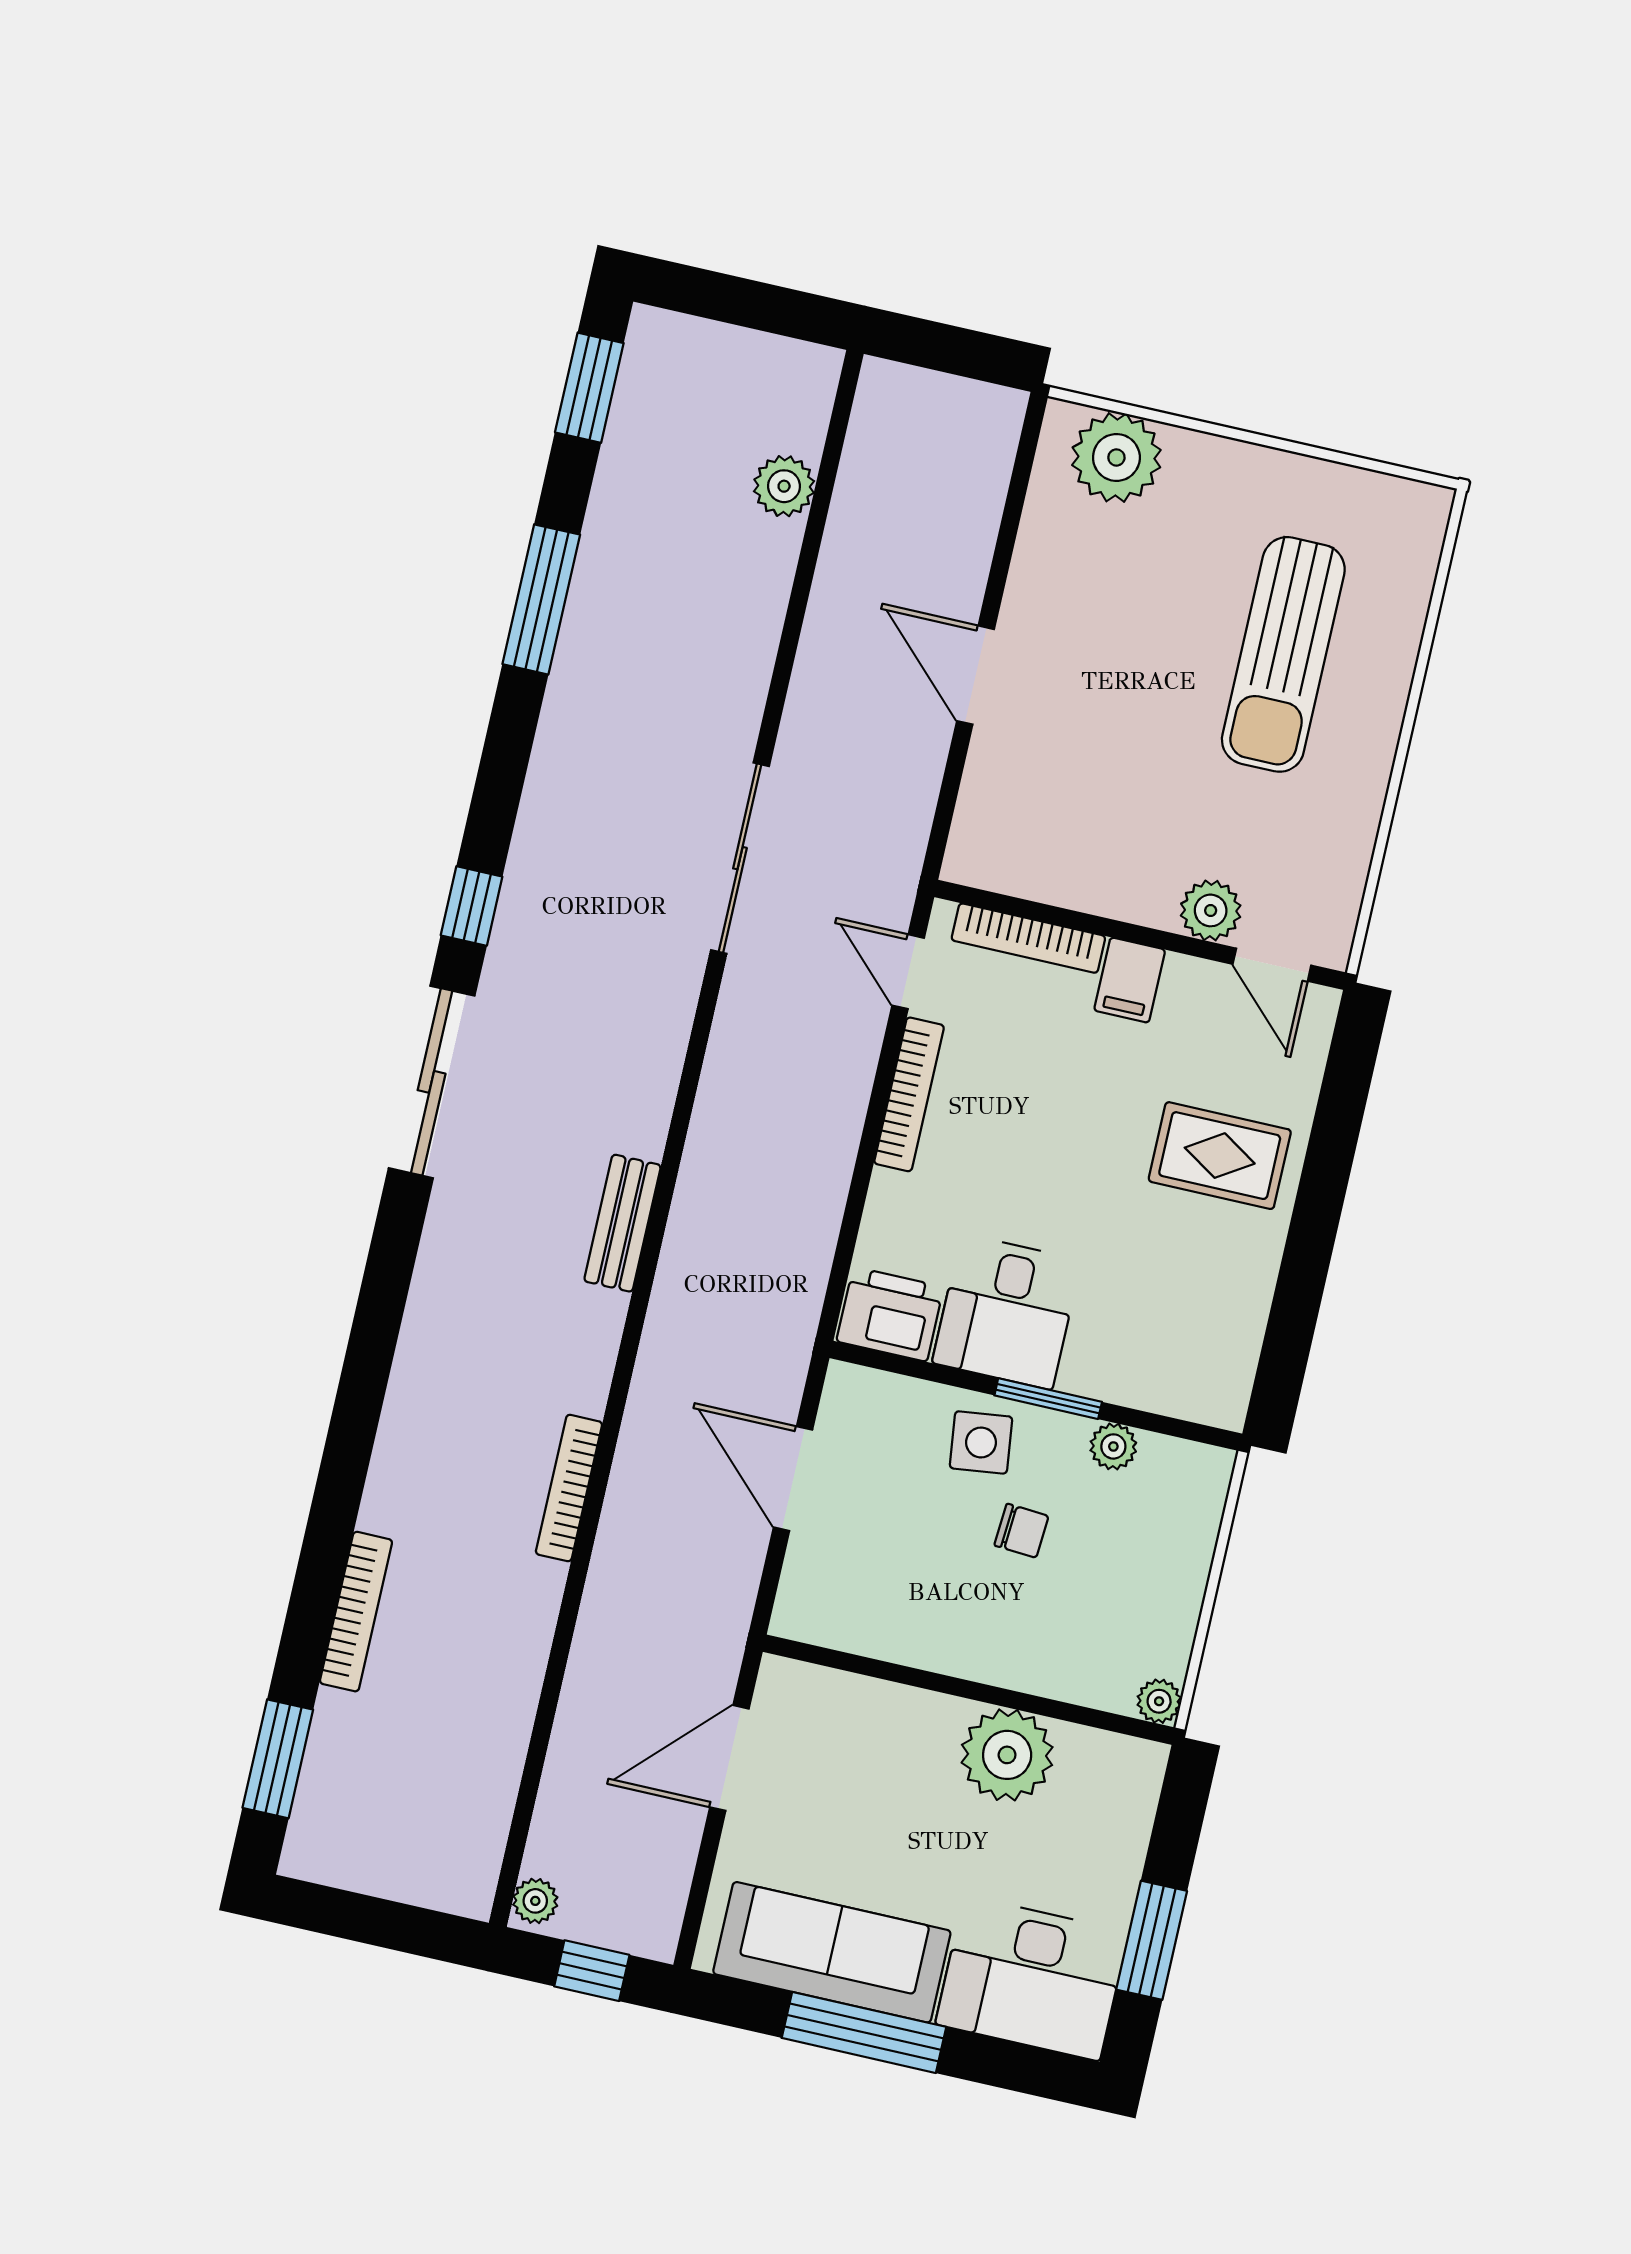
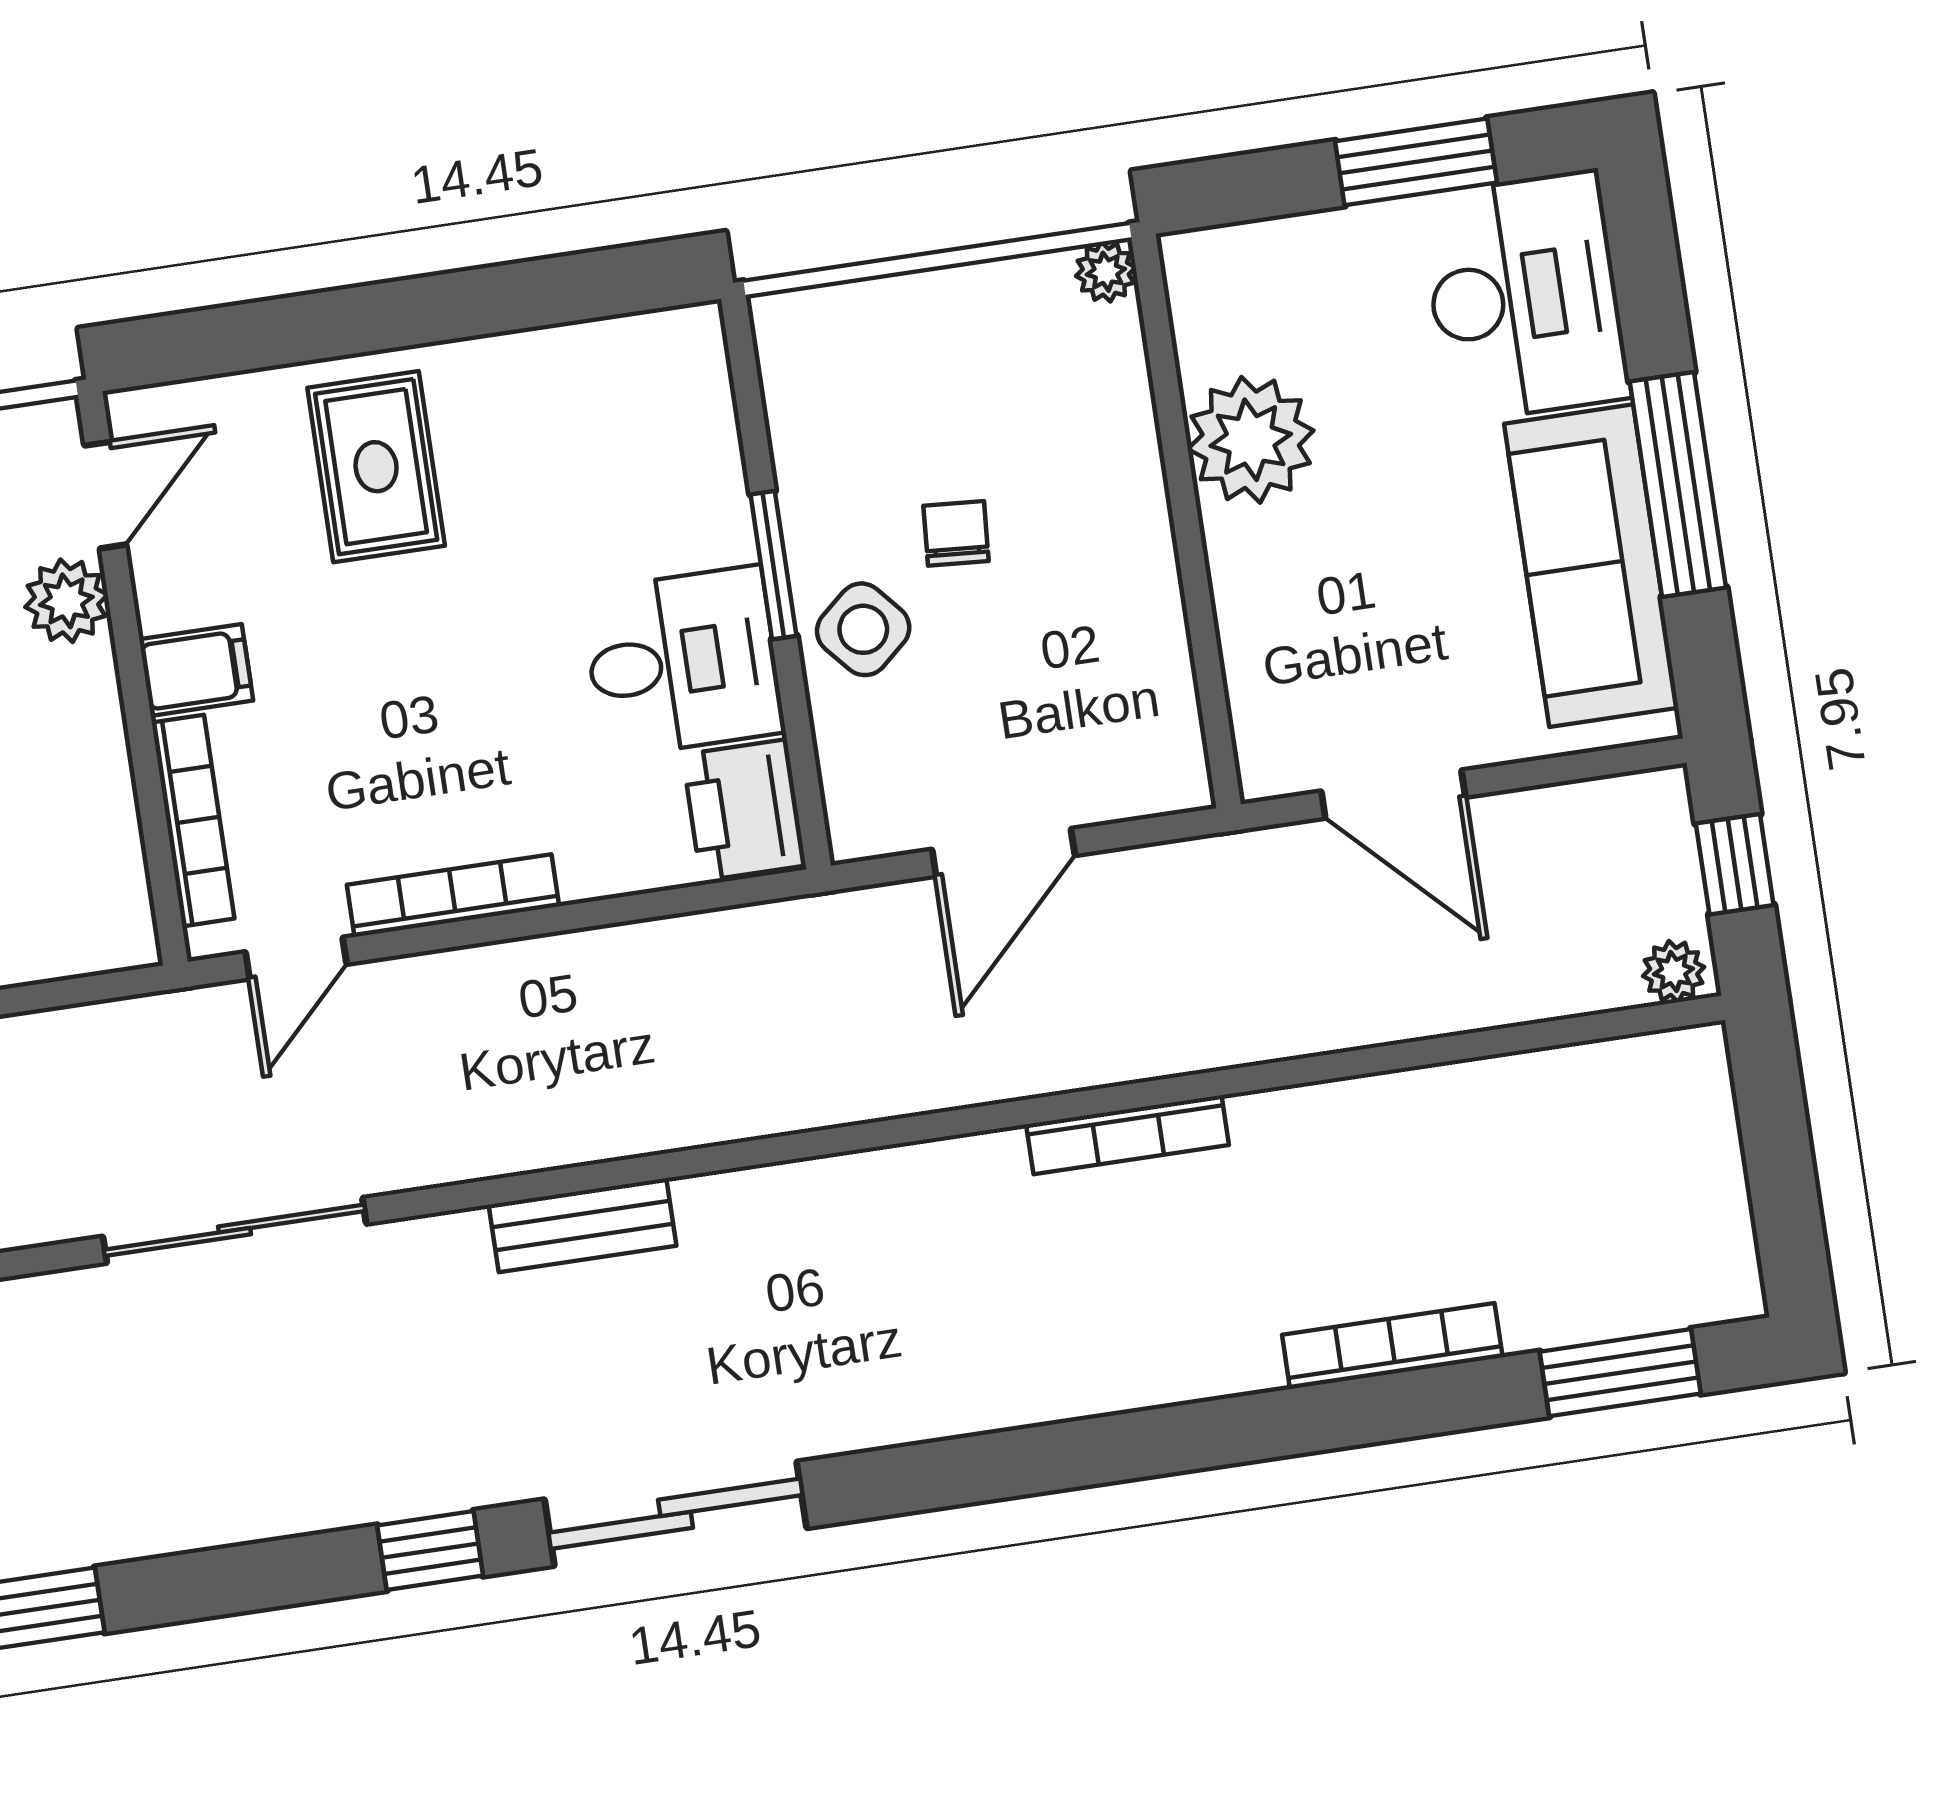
bench: (622, 1223) -> (583, 1225), moved
side table: (981, 1442) -> (863, 629), turned -34
plant: (1113, 1446) -> (802, 458), removed

